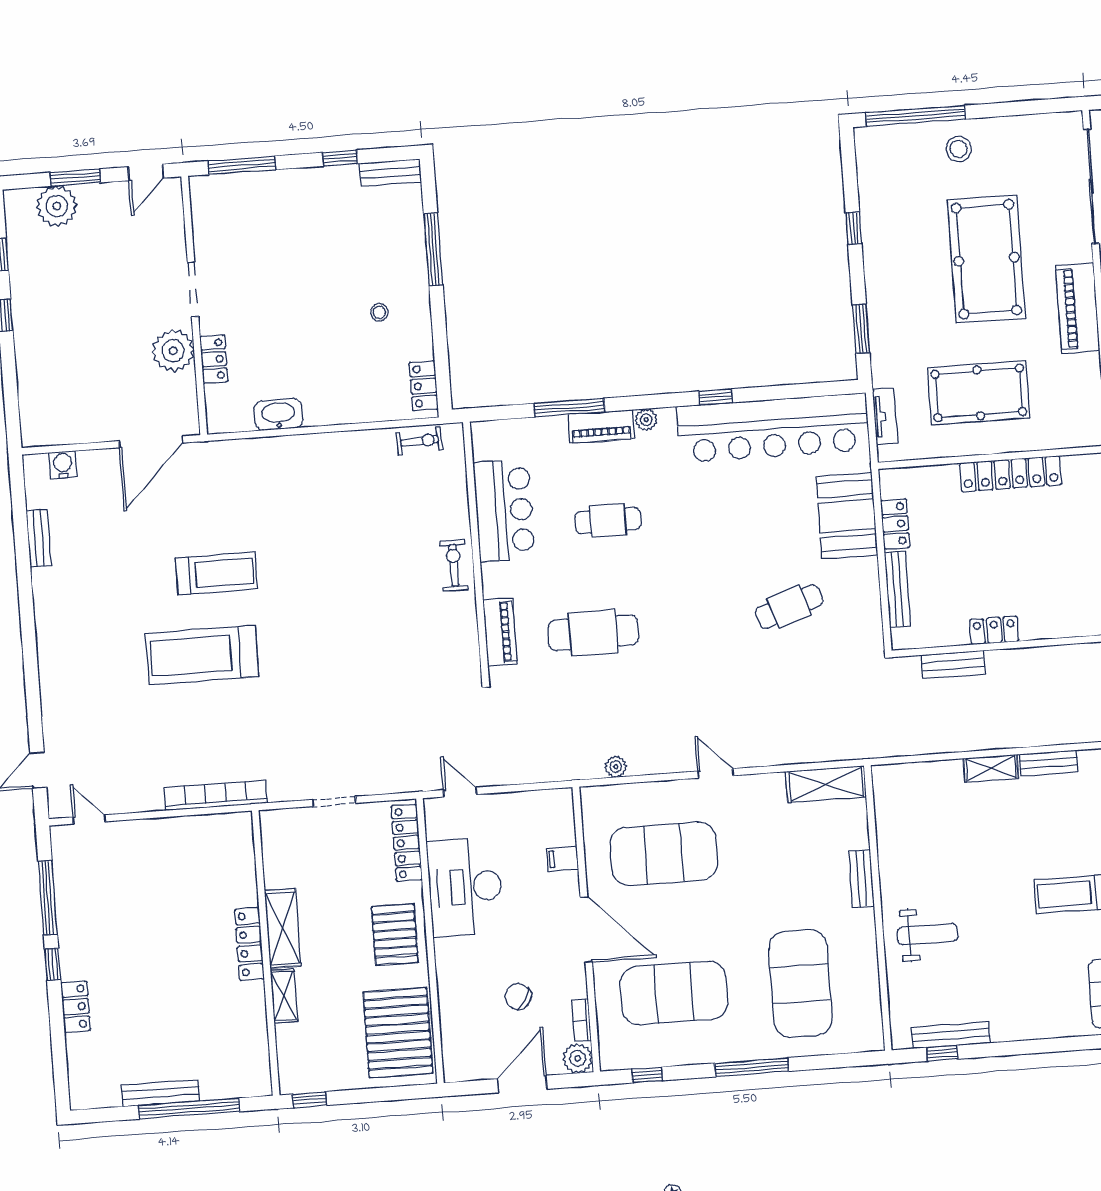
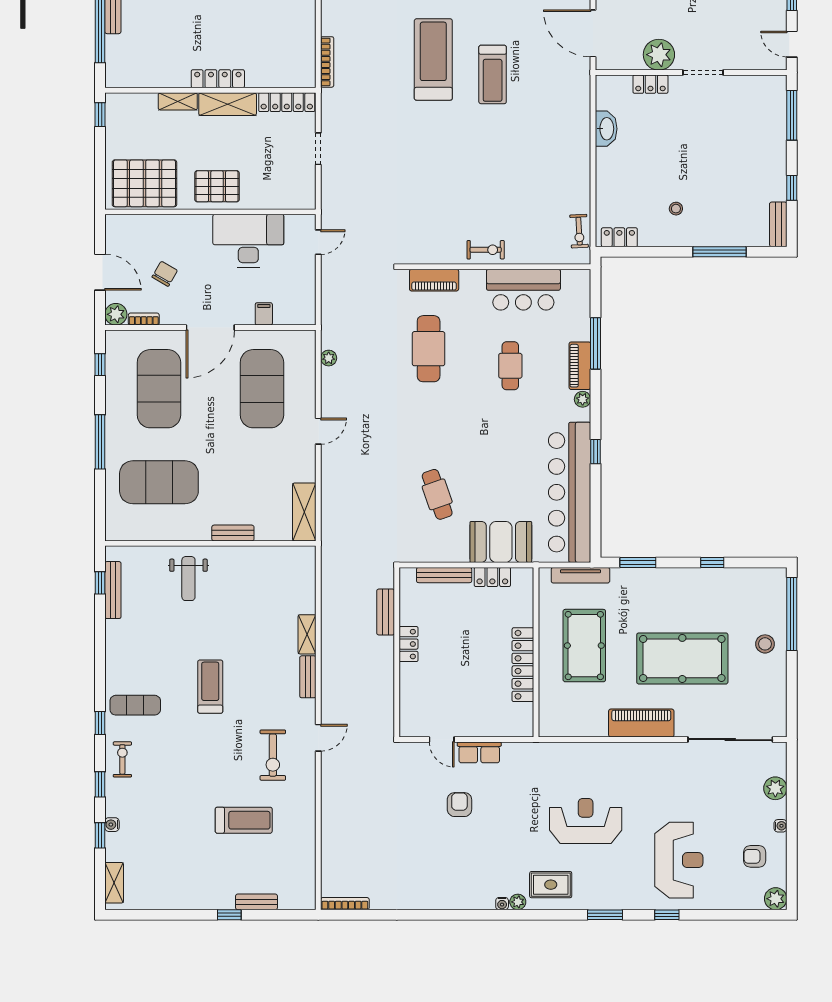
tv unit: (885, 416) -> (580, 575), width x1.41
bookcase: (216, 795) -> (327, 62), width x0.68, depth x0.76
locker: (407, 843) -> (287, 102), moved, turned 180

